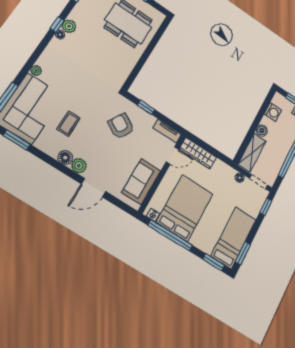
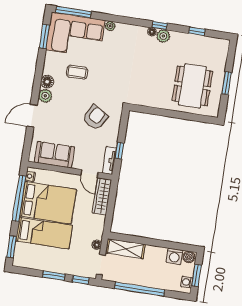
window: (146, 107) -> (119, 151), moved
boiler: (262, 131) -> (189, 257), moved
door: (94, 188) -> (32, 116), hinge flipped
bed: (234, 238) -> (44, 233), moved
window: (243, 253) -> (54, 276), moved

